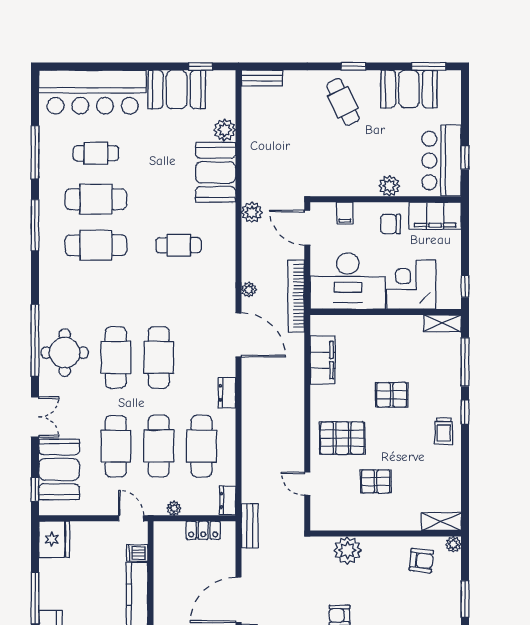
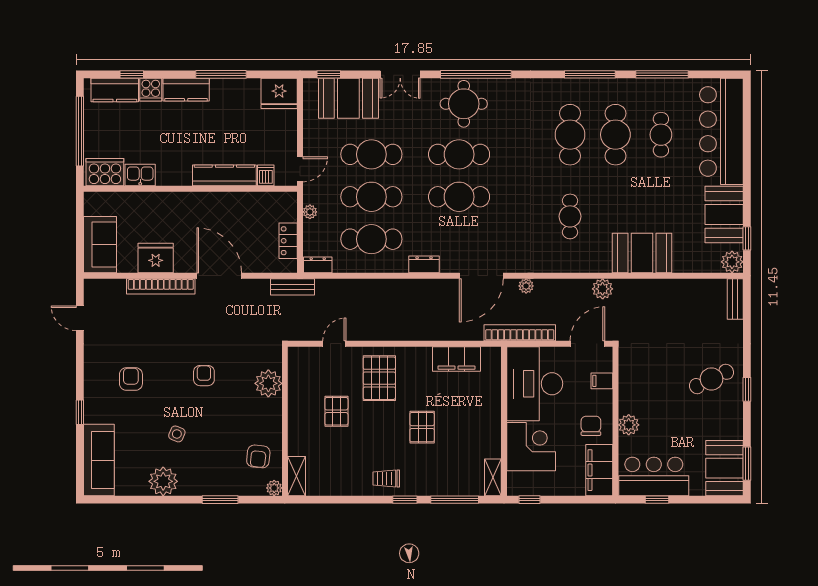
booth: (409, 89) -> (724, 468), moved
plant: (225, 130) -> (732, 262), moved

